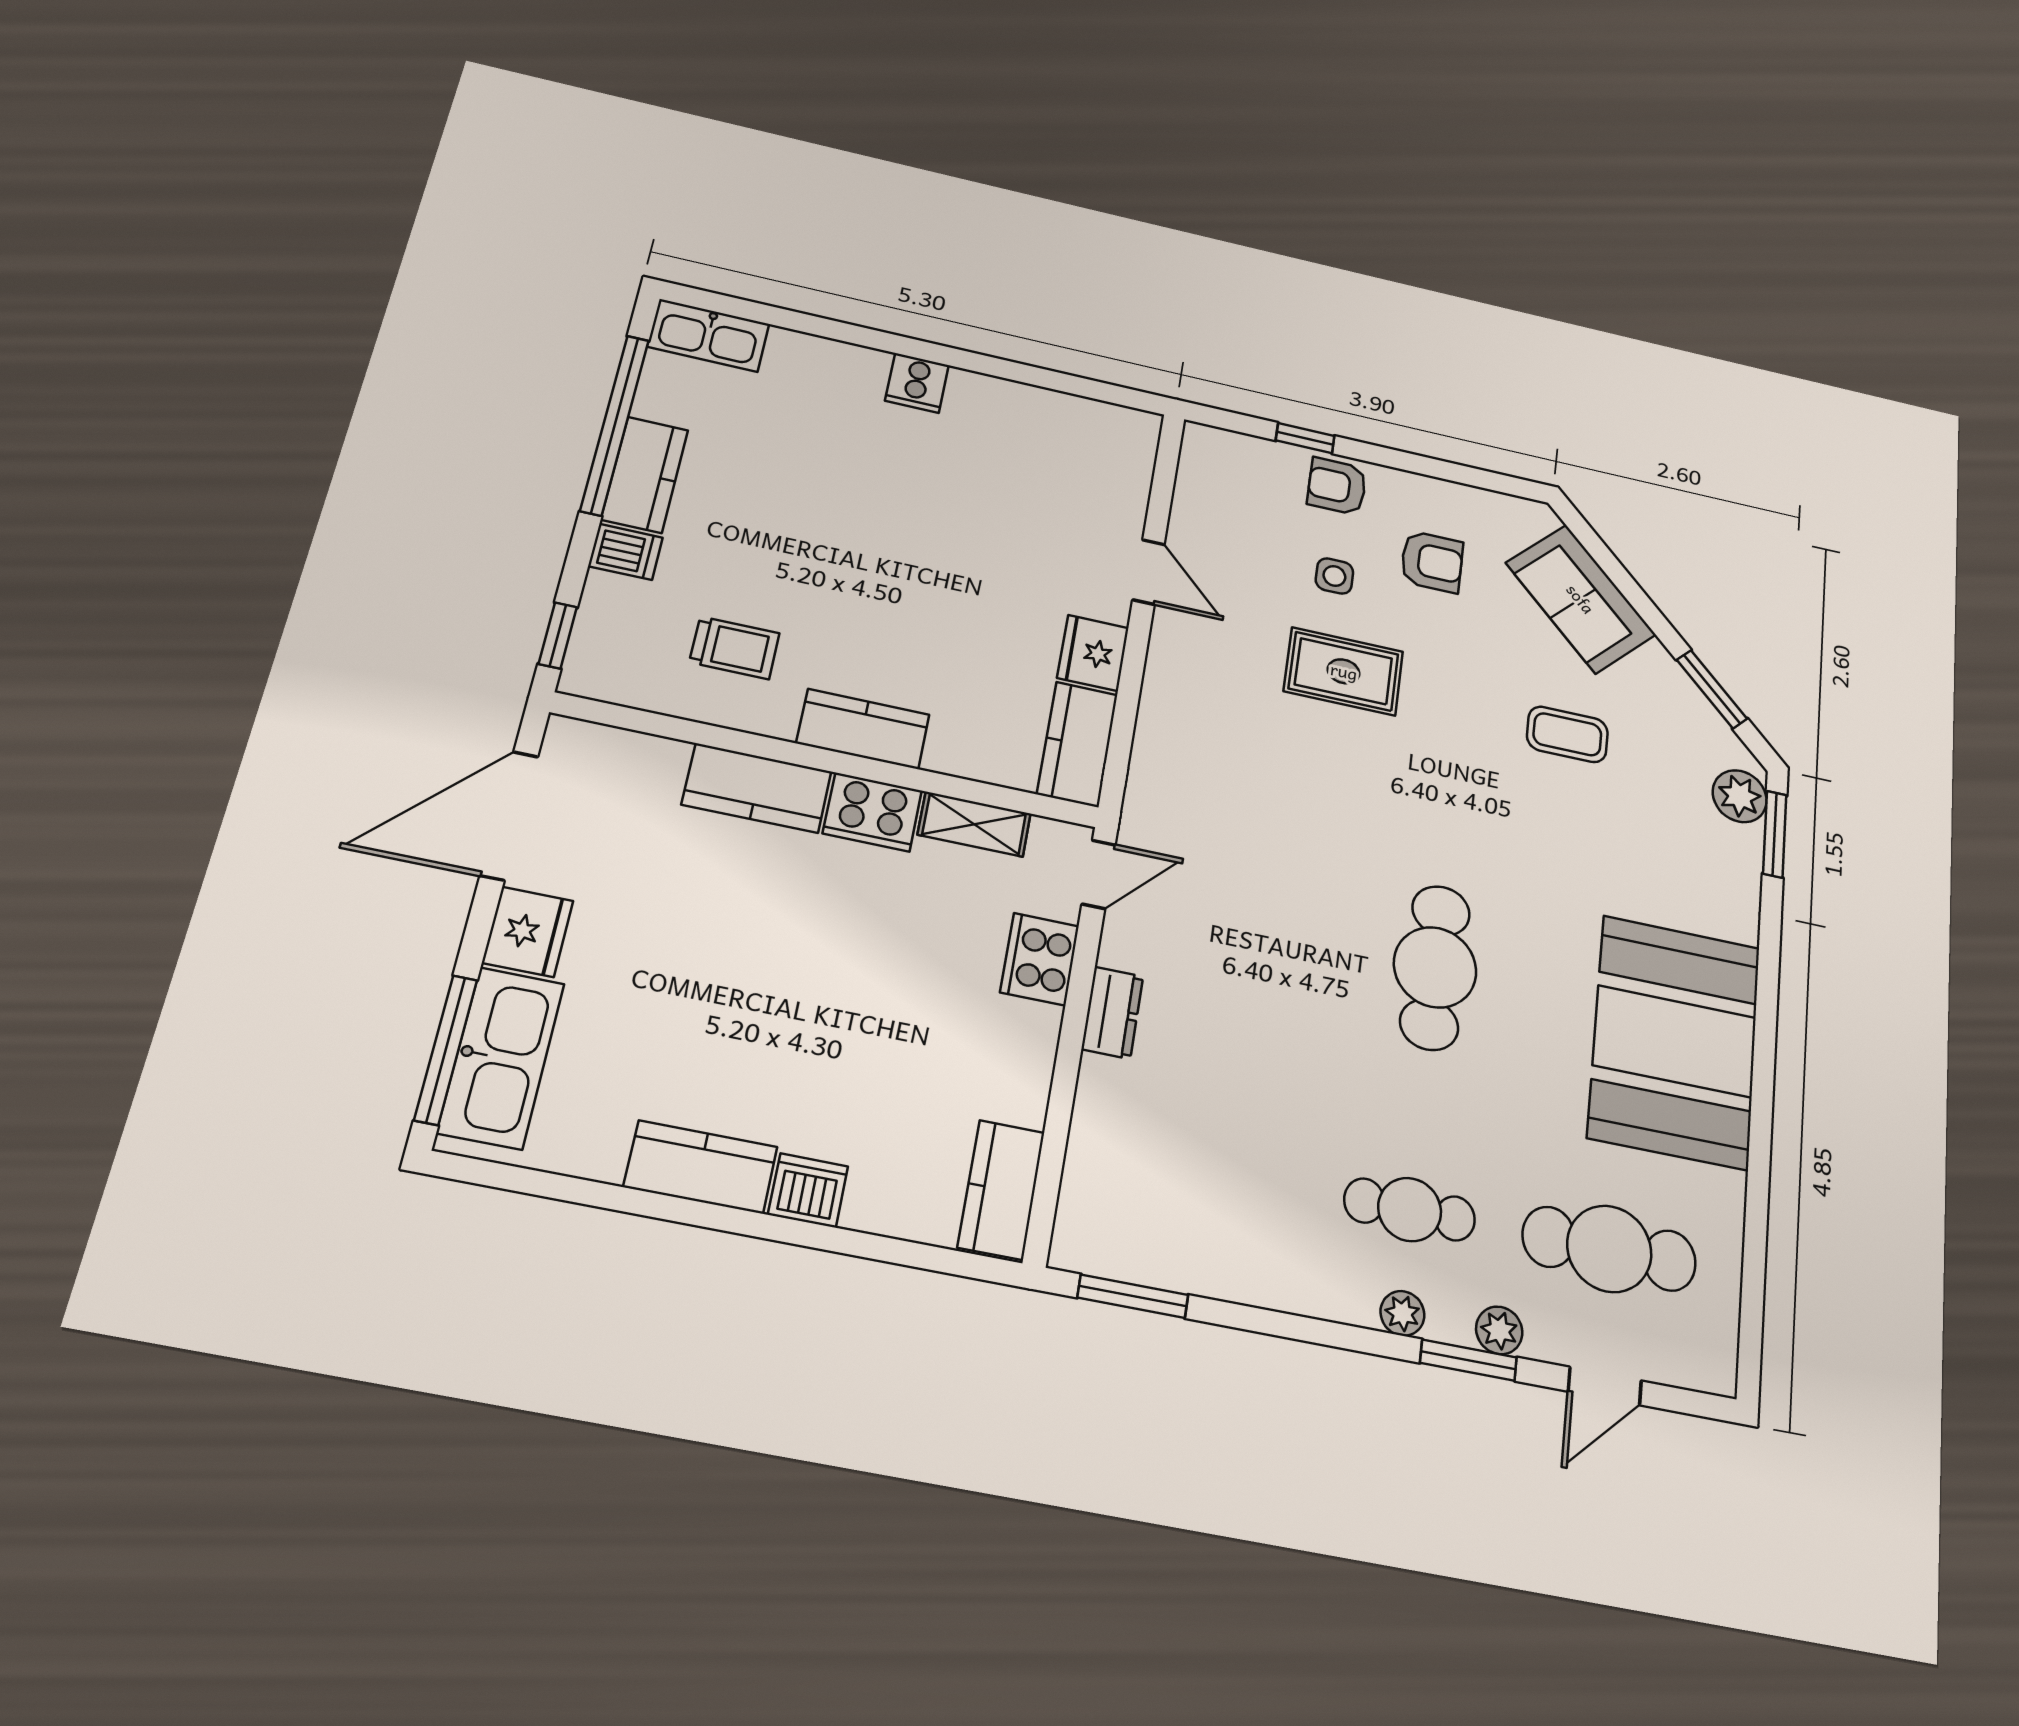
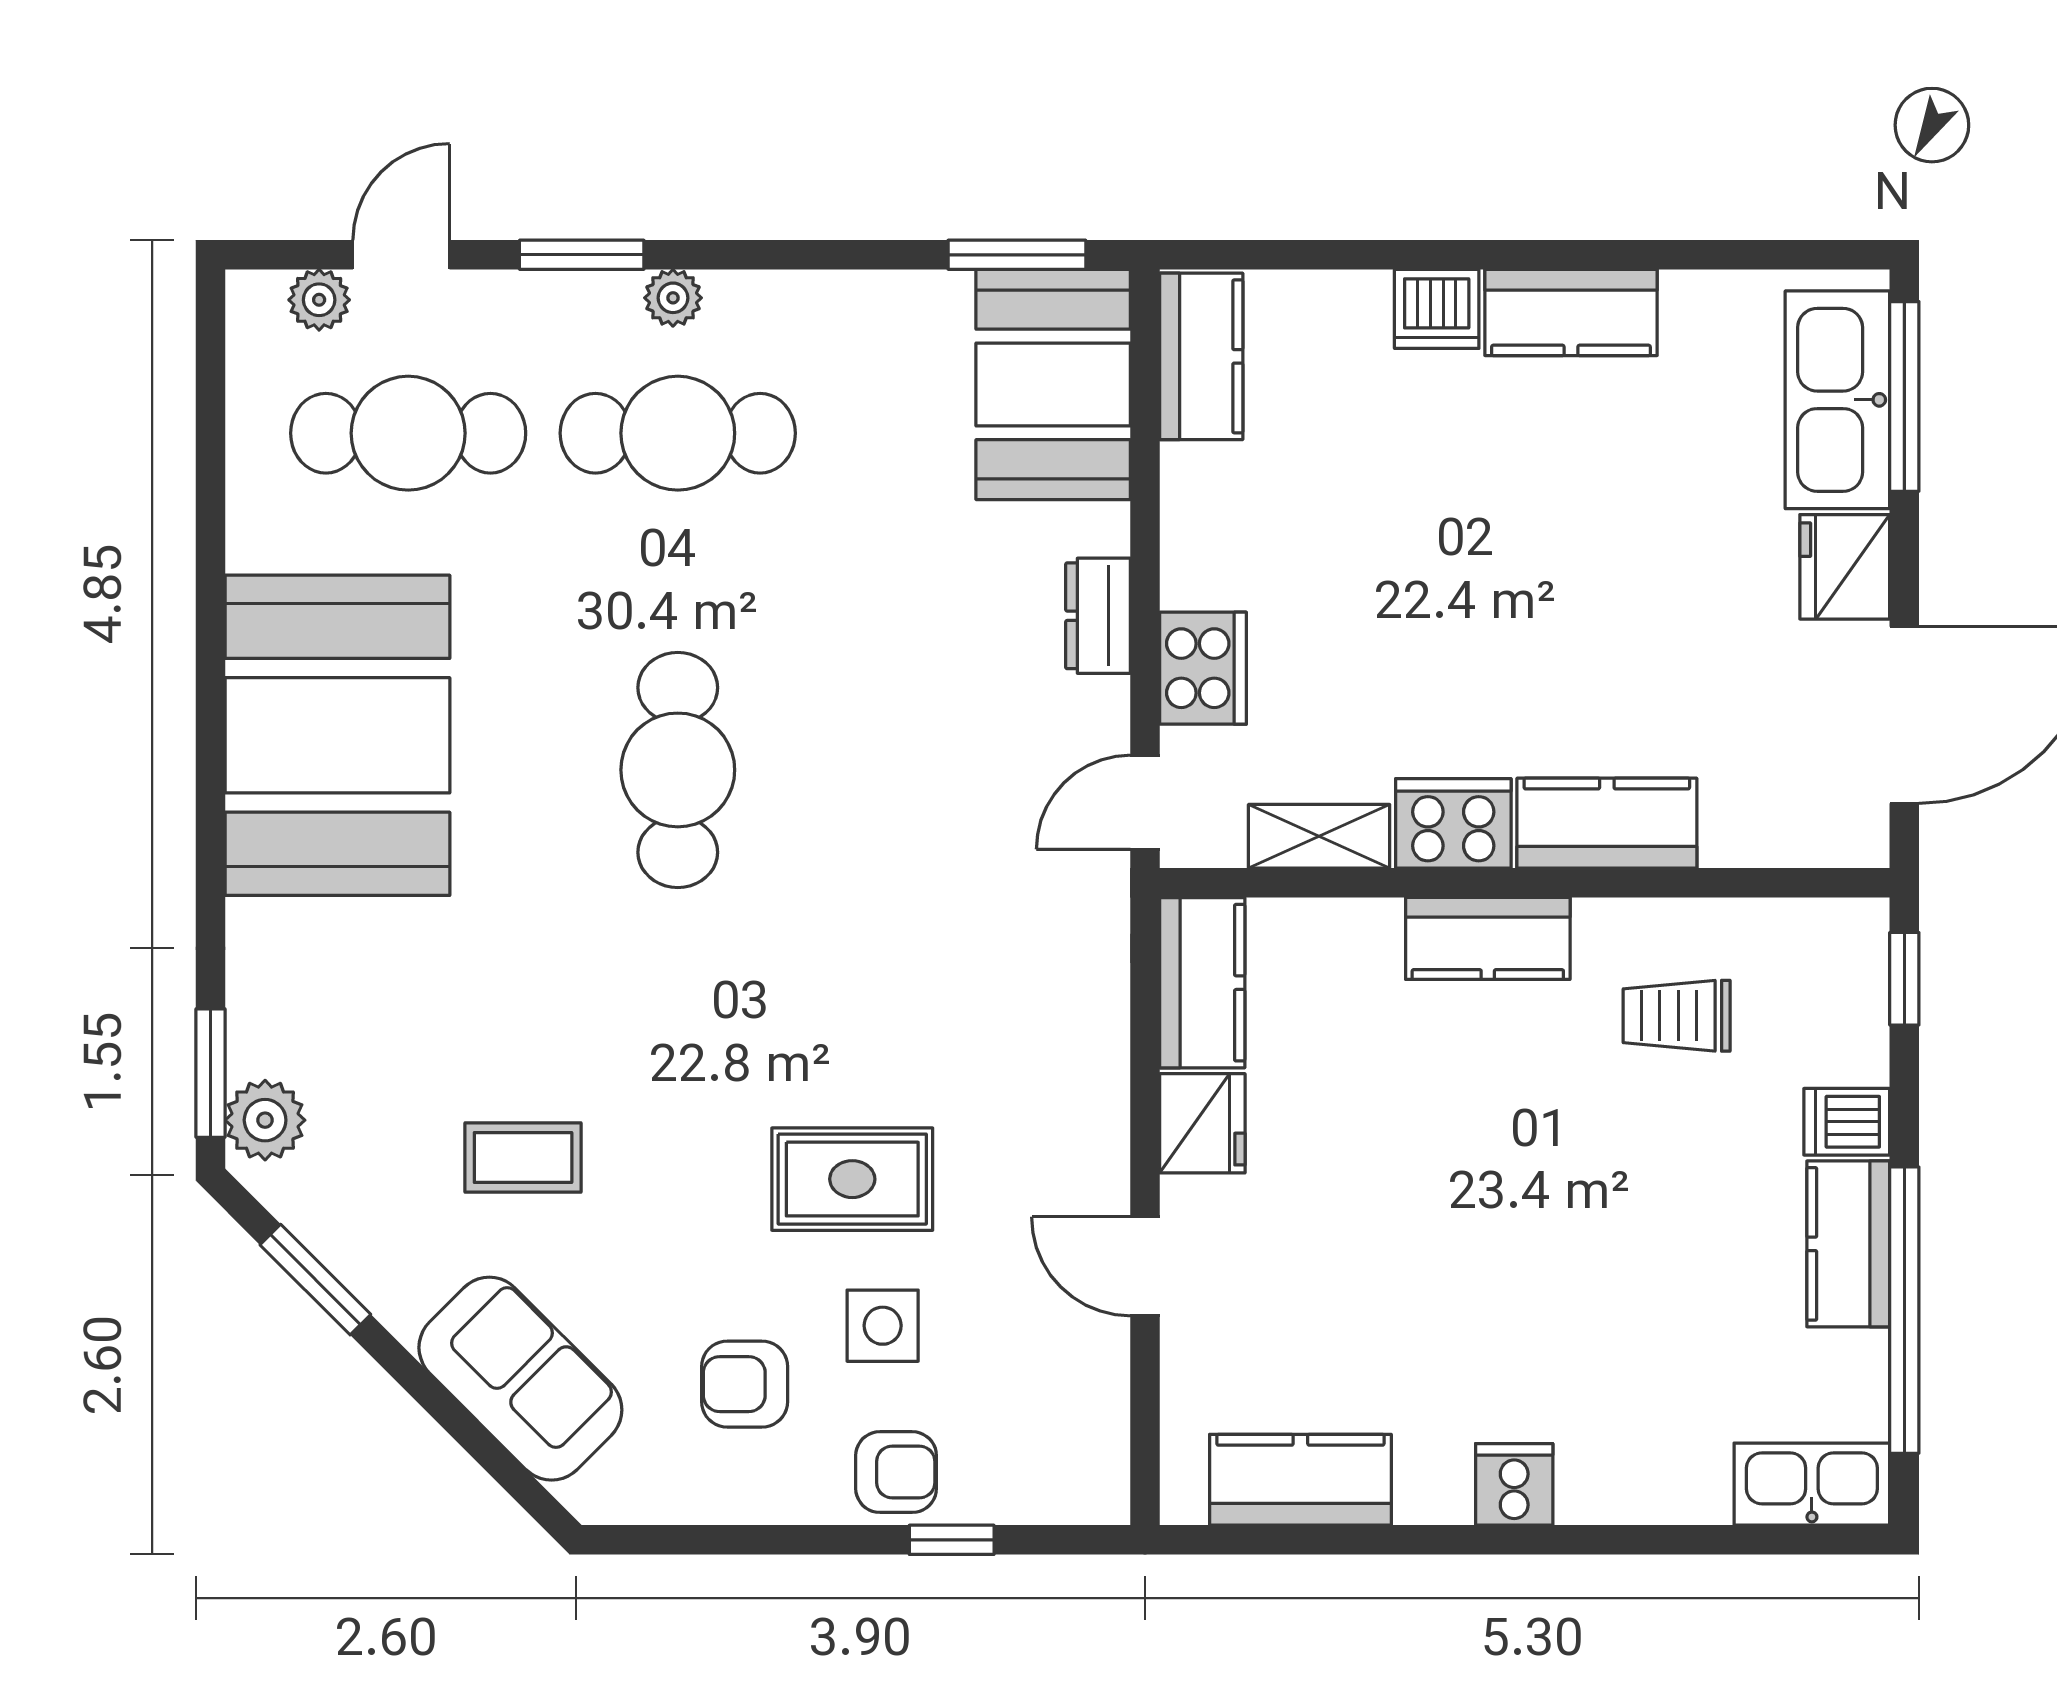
kitchen counter: (1064, 419) -> (1300, 1480), added
side table: (1334, 576) -> (883, 1326), width x1.37, depth x1.37
booth: (1120, 1191) -> (1053, 384), added
cafe table: (1410, 1210) -> (678, 433), width x1.37, depth x1.35
plant: (1499, 1330) -> (319, 300), moved

